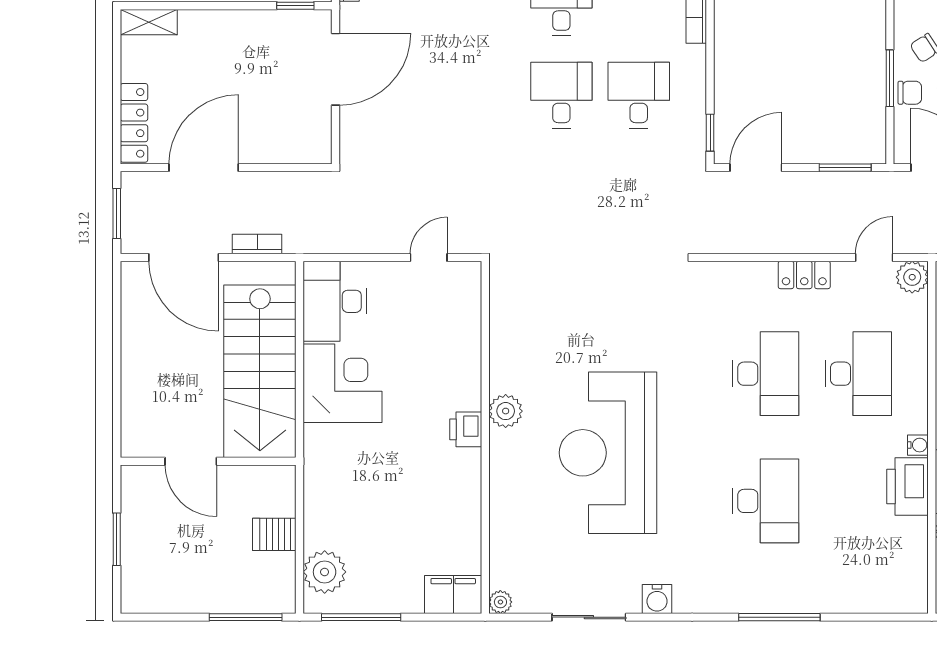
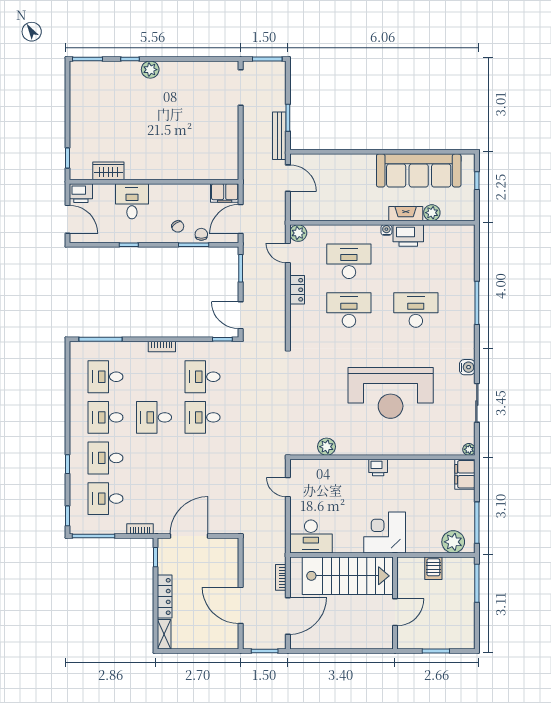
door: (336, 69) -> (189, 536), hinge flipped
locker: (134, 123) -> (165, 596), moved, turned 90
corner desk: (342, 383) -> (385, 532), moved
plant: (506, 411) -> (327, 447), moved

